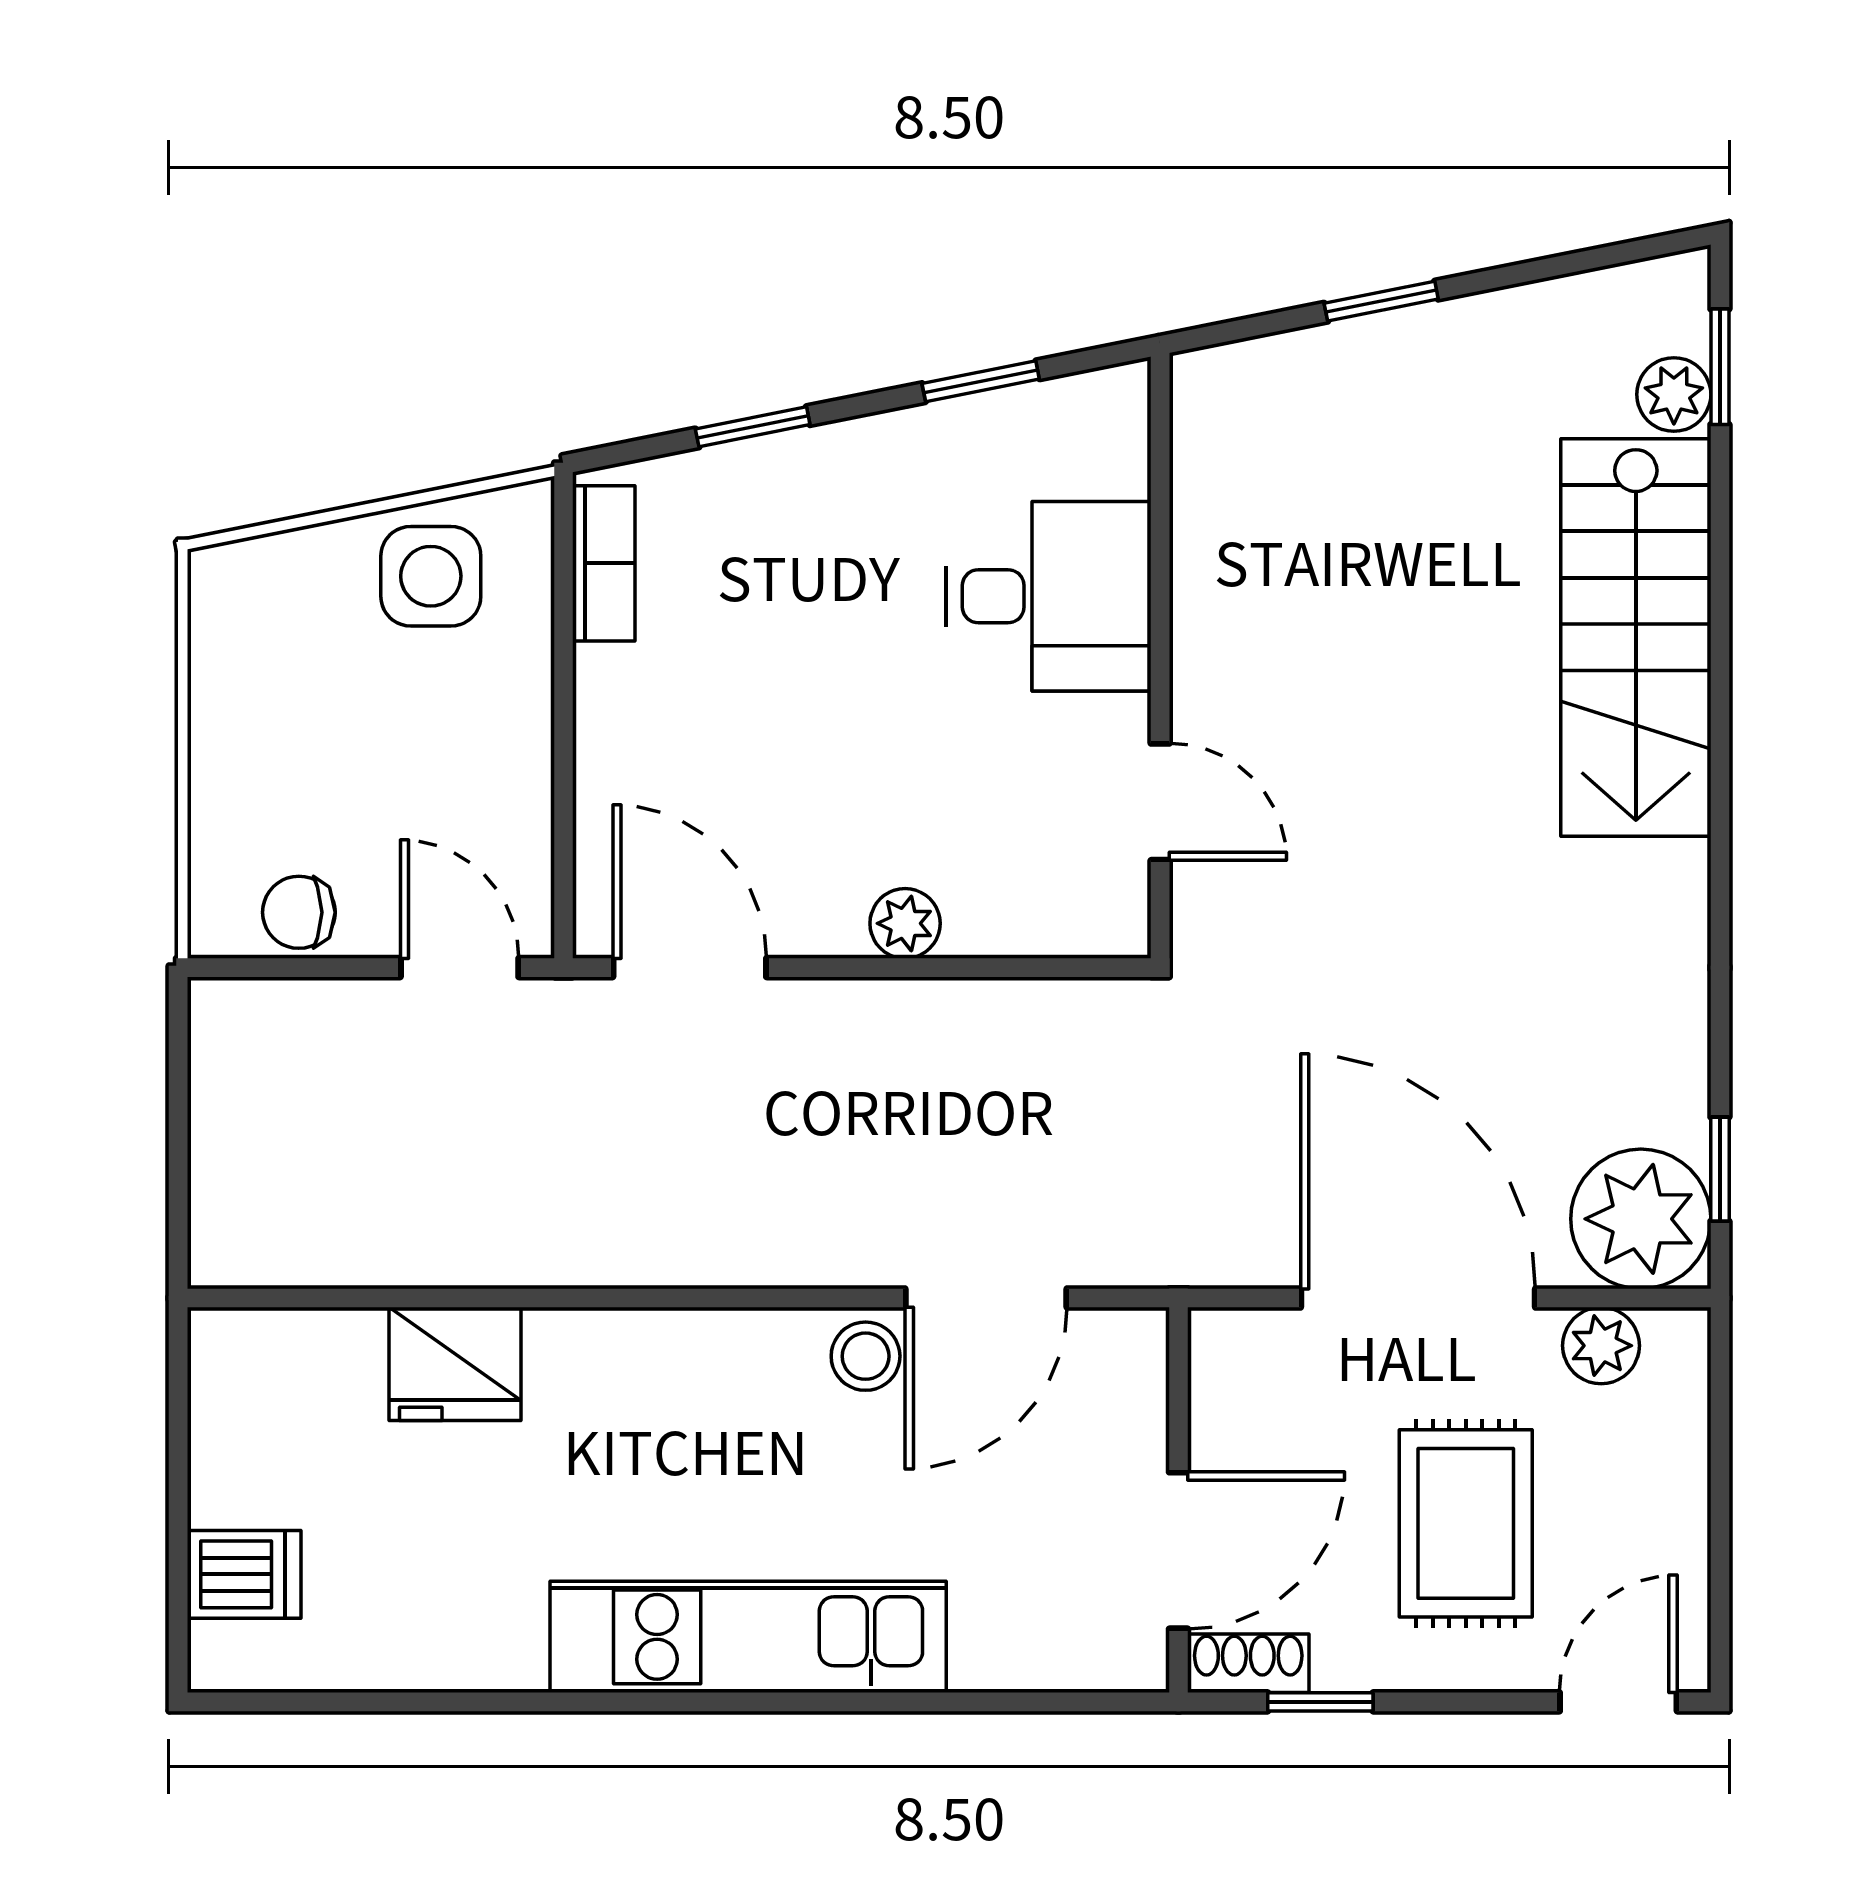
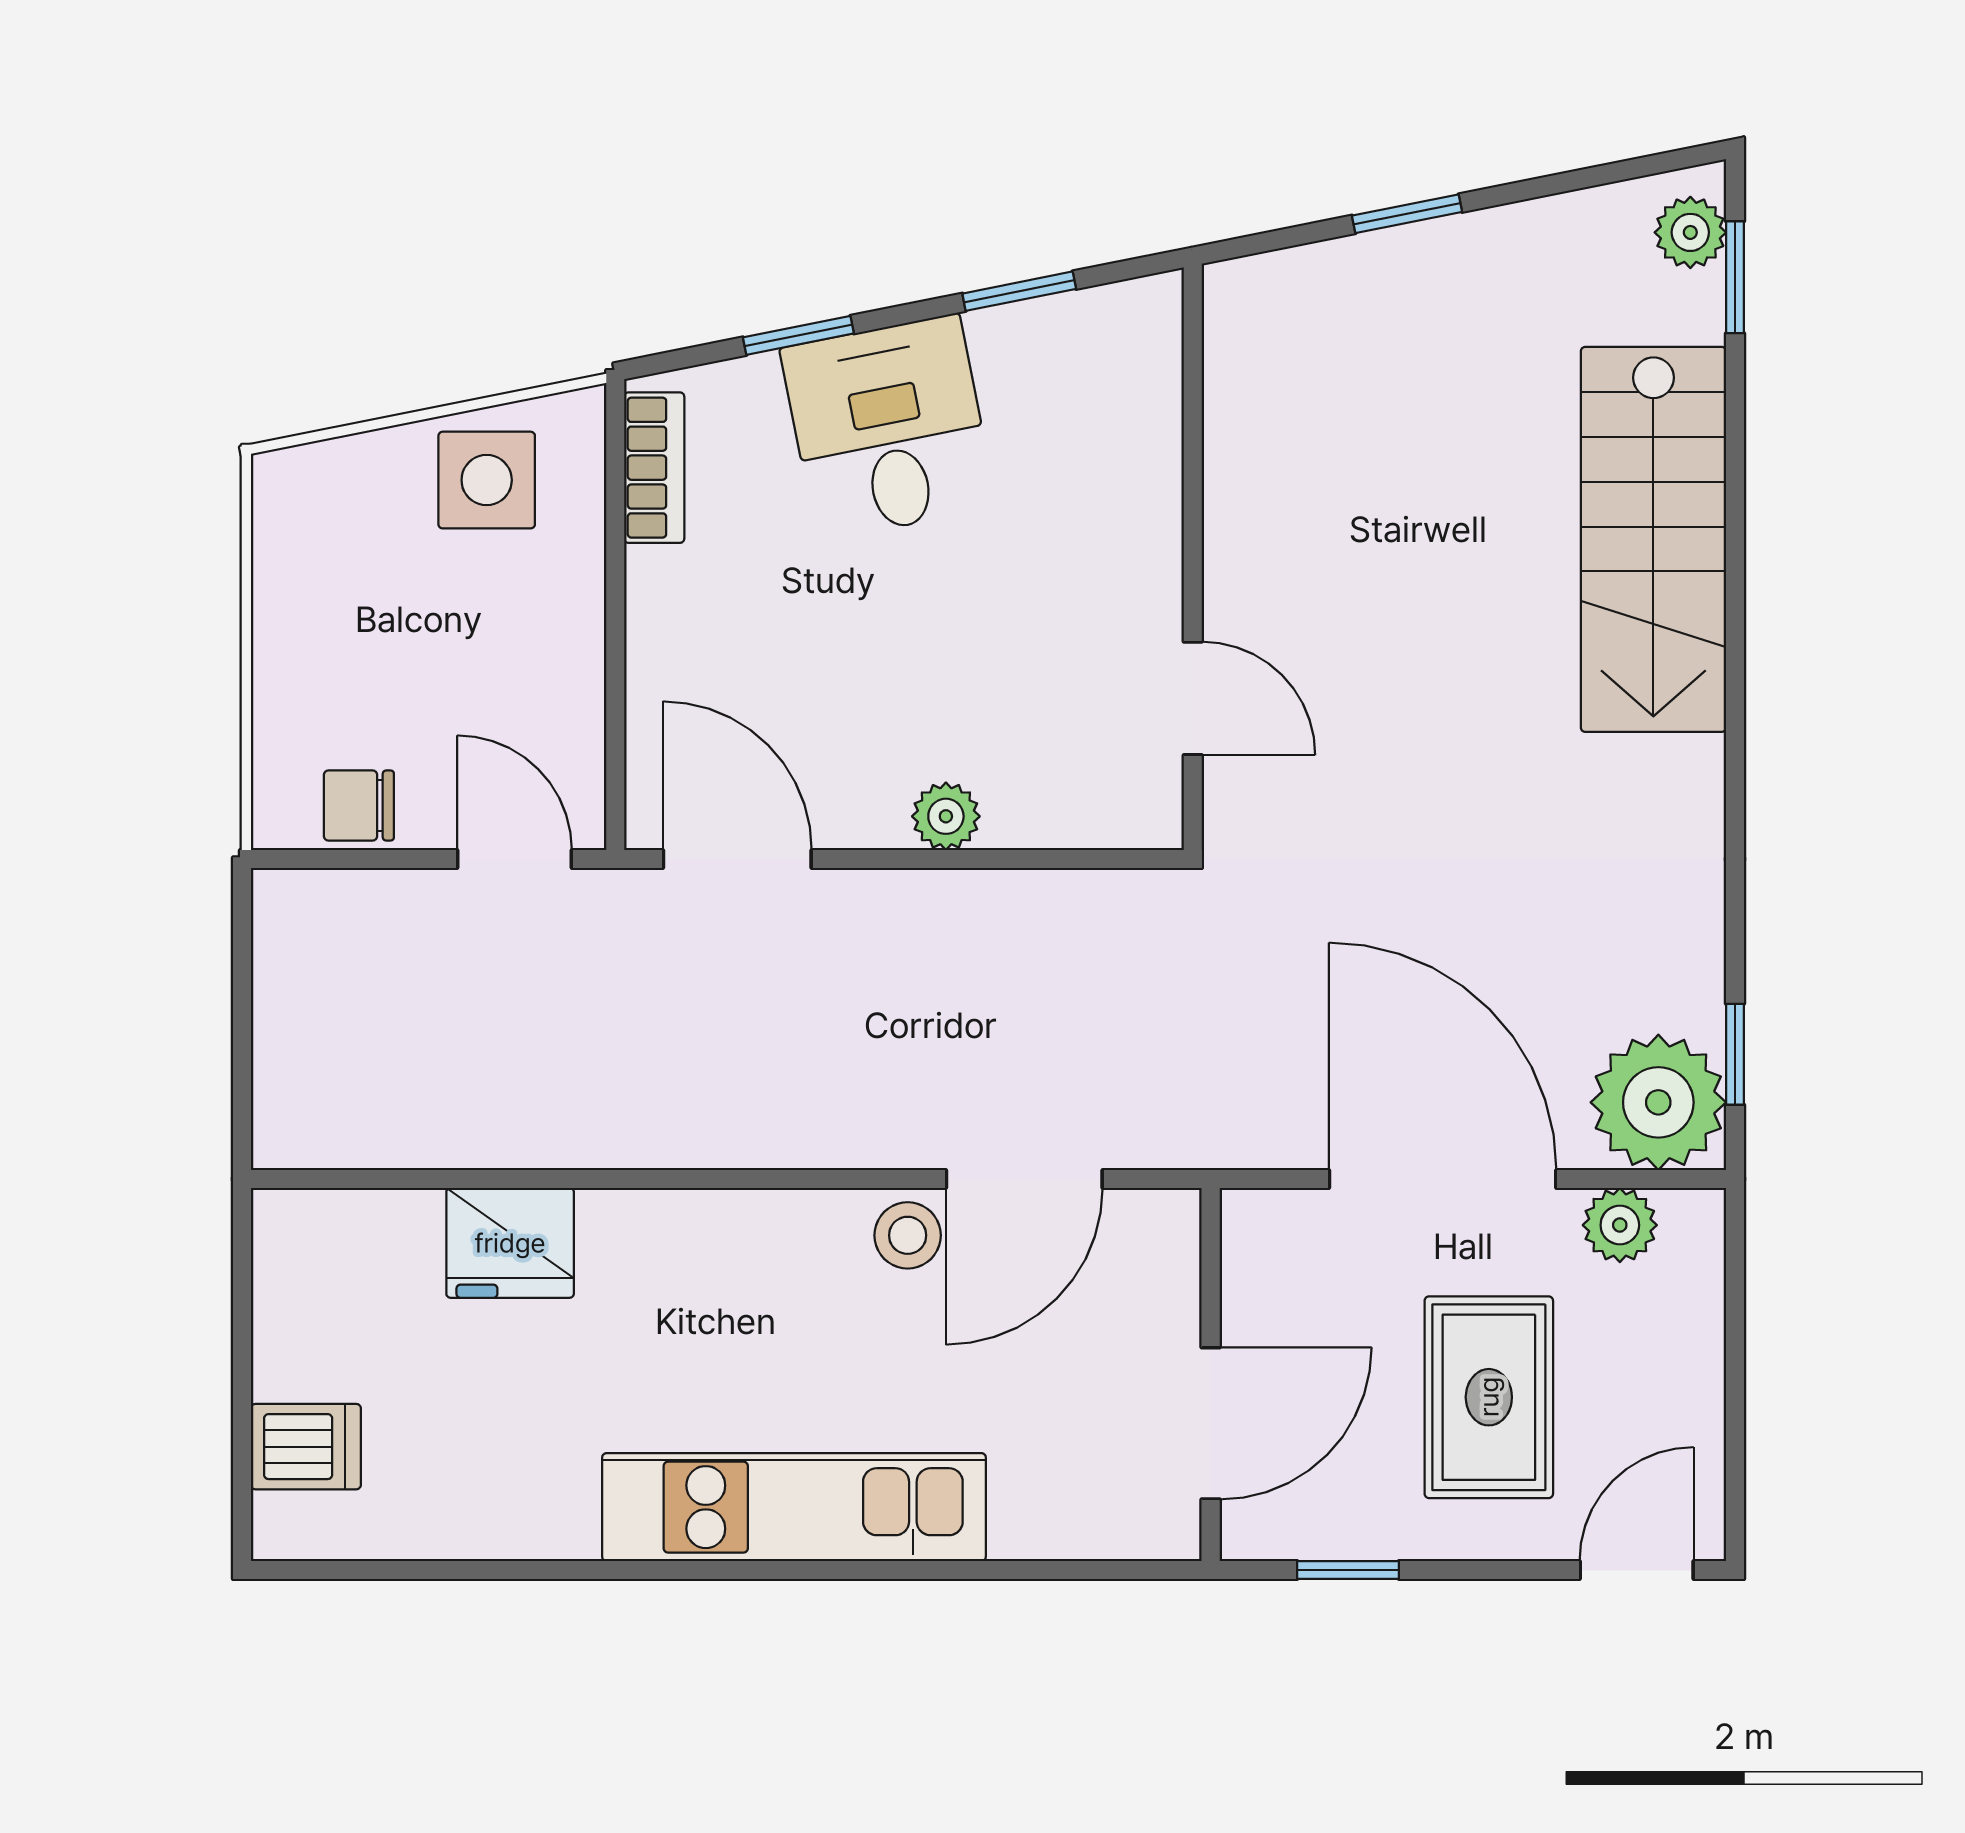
plant: (1674, 394) -> (1690, 232), moved
desk: (1049, 596) -> (888, 428), moved, turned -101
shoe rack: (1248, 1663) -> (1278, 1533), removed

